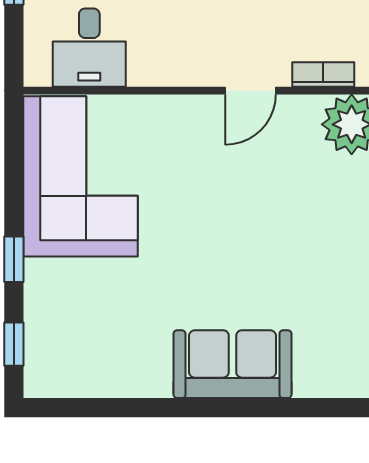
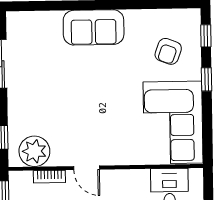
door: (250, 91) -> (87, 168), swing flipped
armchair: (88, 315) -> (168, 51), added

